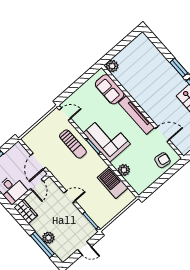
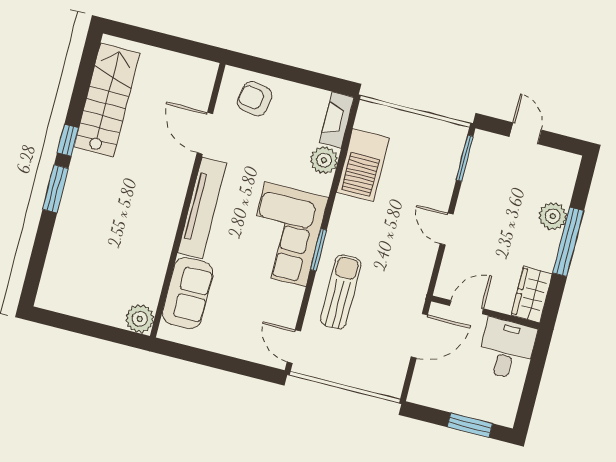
fireplace: (135, 184) -> (337, 120), added
window: (42, 245) -> (568, 242), moved

